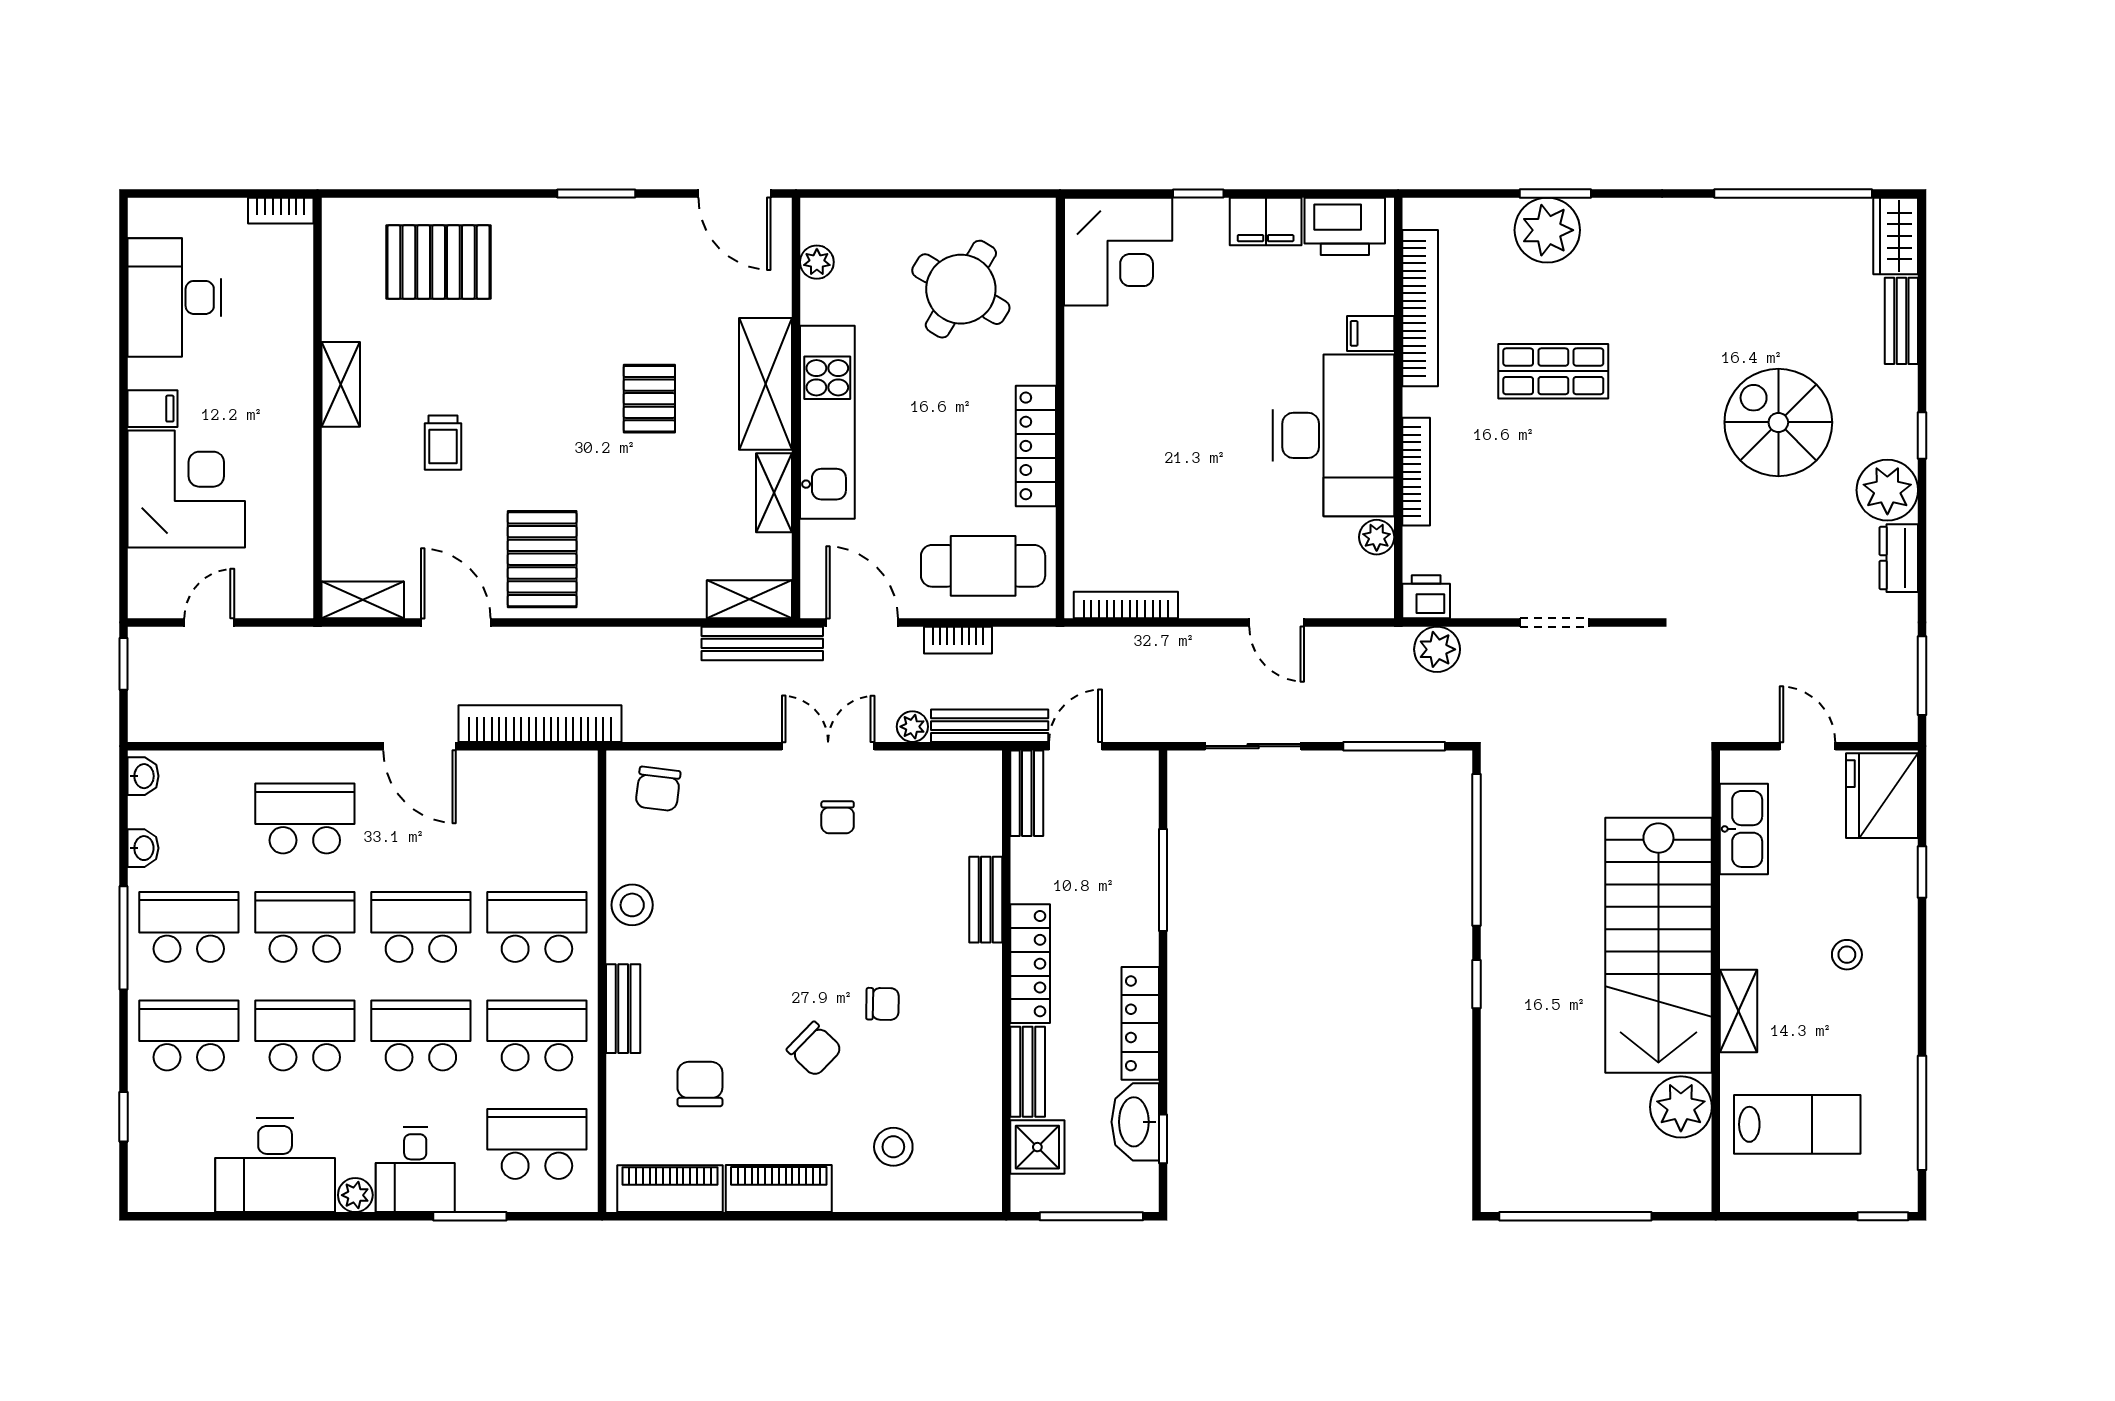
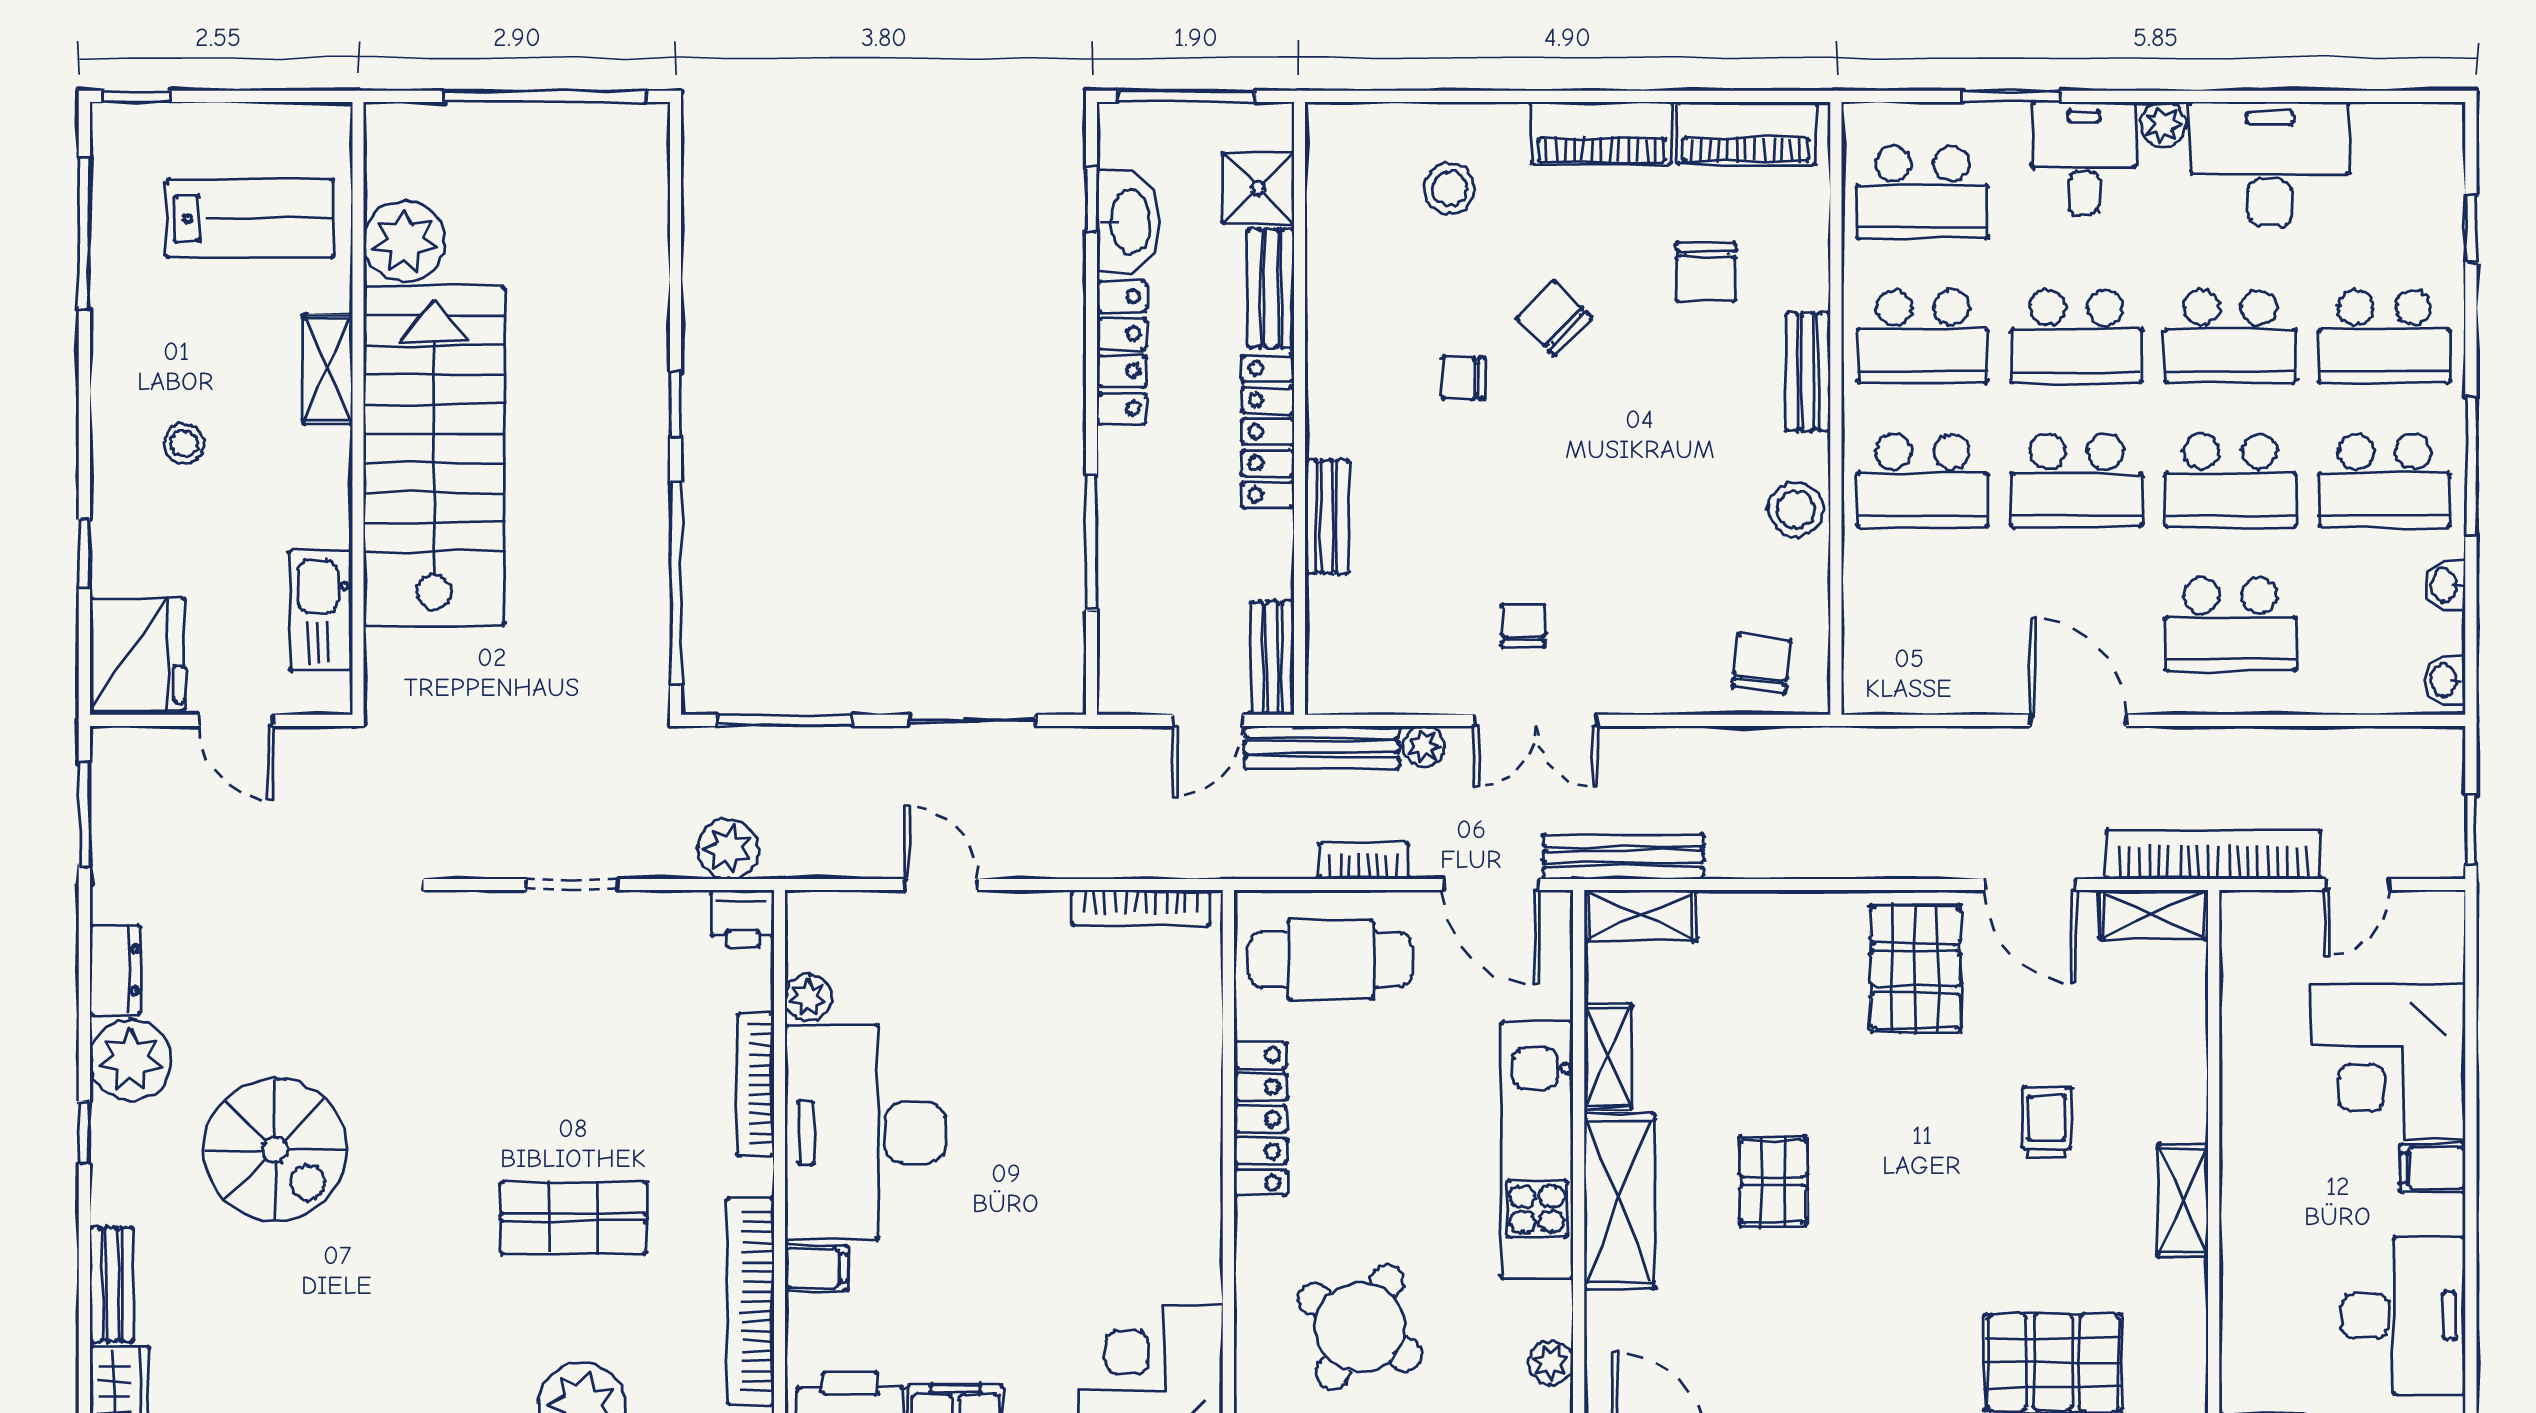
bookcase: (540, 724) -> (2213, 855), moved, turned 180
lab bench: (1797, 1124) -> (250, 218), turned 180

